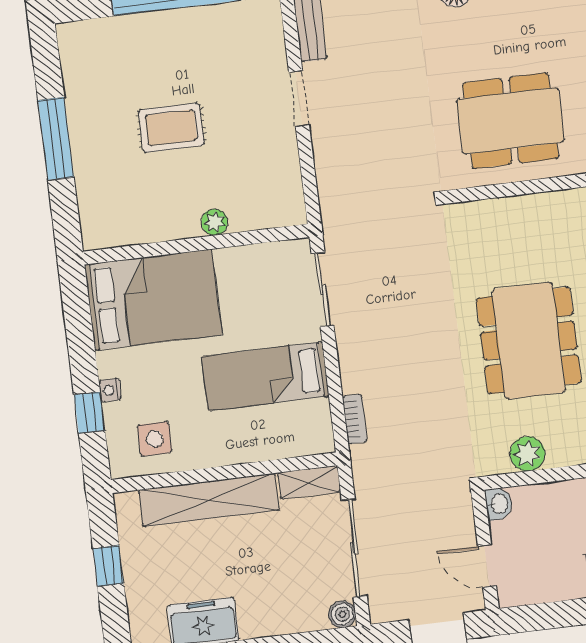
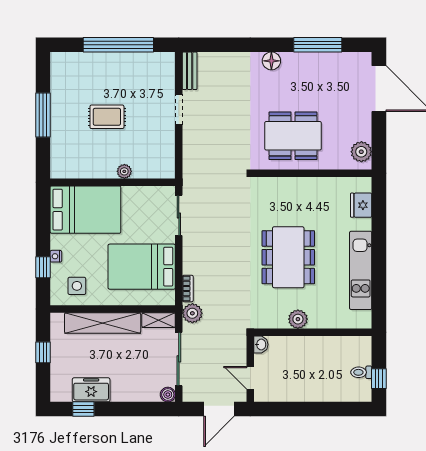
bed: (265, 376) -> (142, 267), width x1.50
plant: (528, 454) -> (298, 319), moved
plant: (368, 463) -> (192, 313), added

